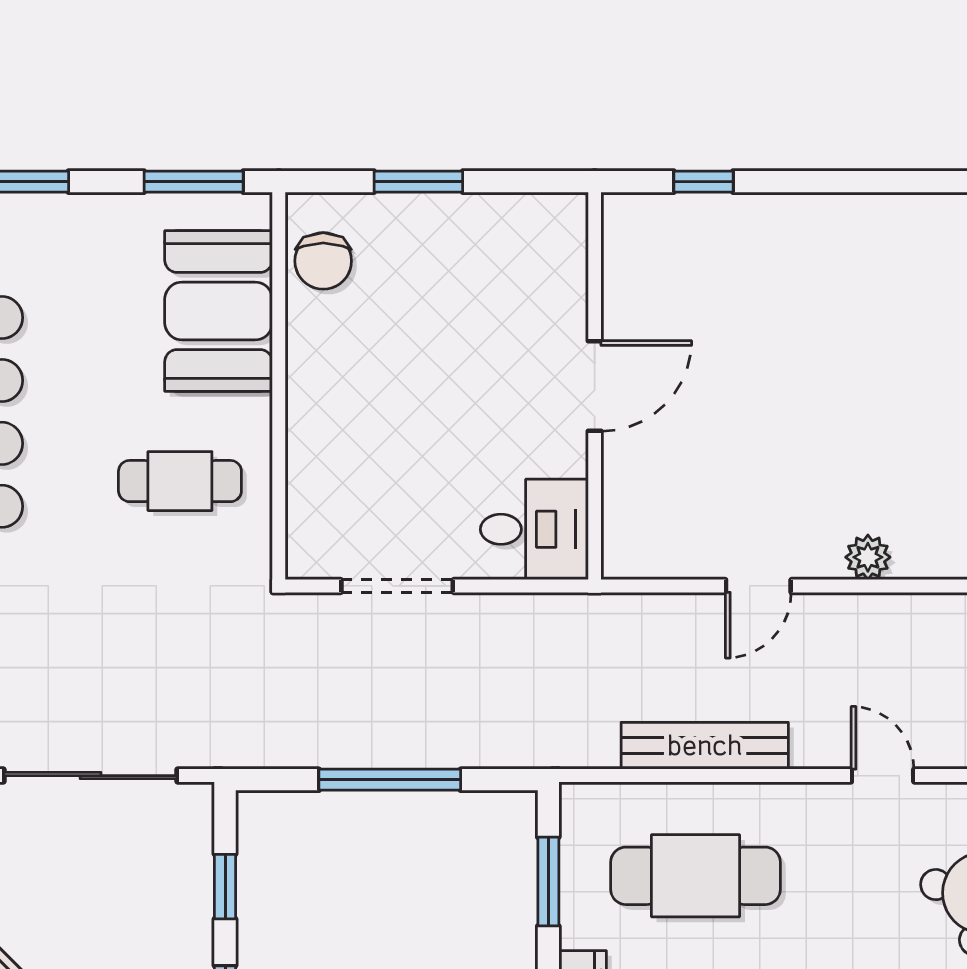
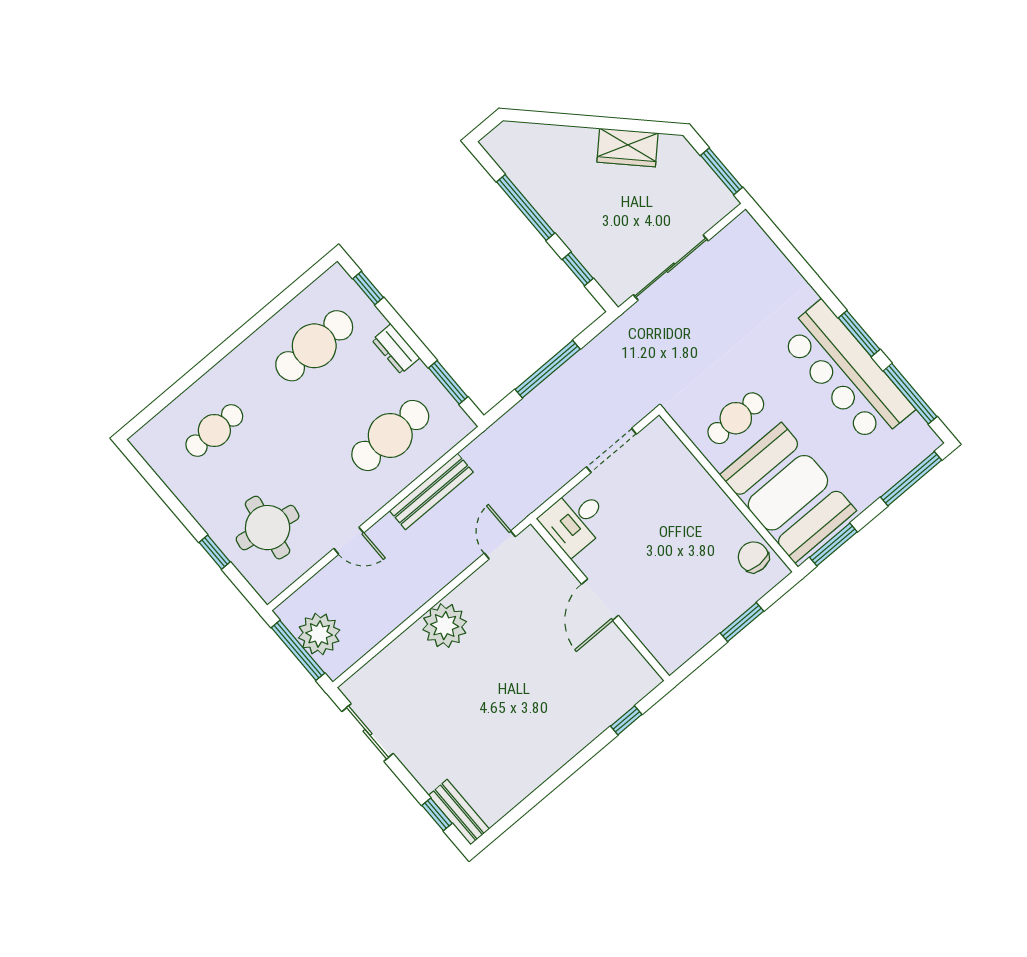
booth: (219, 311) -> (788, 493), width x1.36, depth x1.42
plant: (868, 557) -> (445, 626), width x1.87, depth x1.87
door: (758, 586) -> (500, 545), moved

